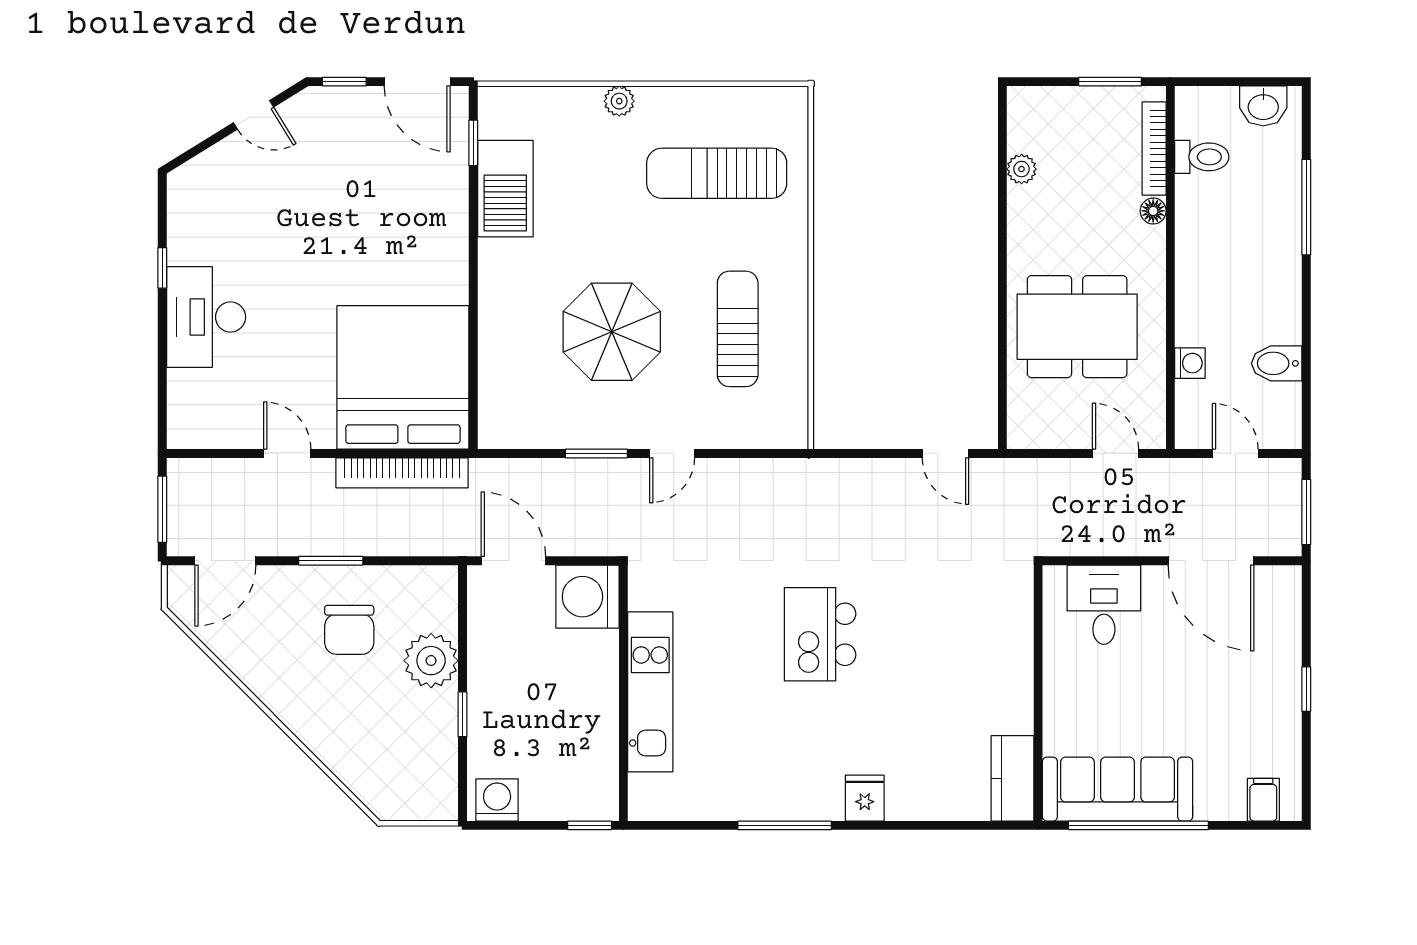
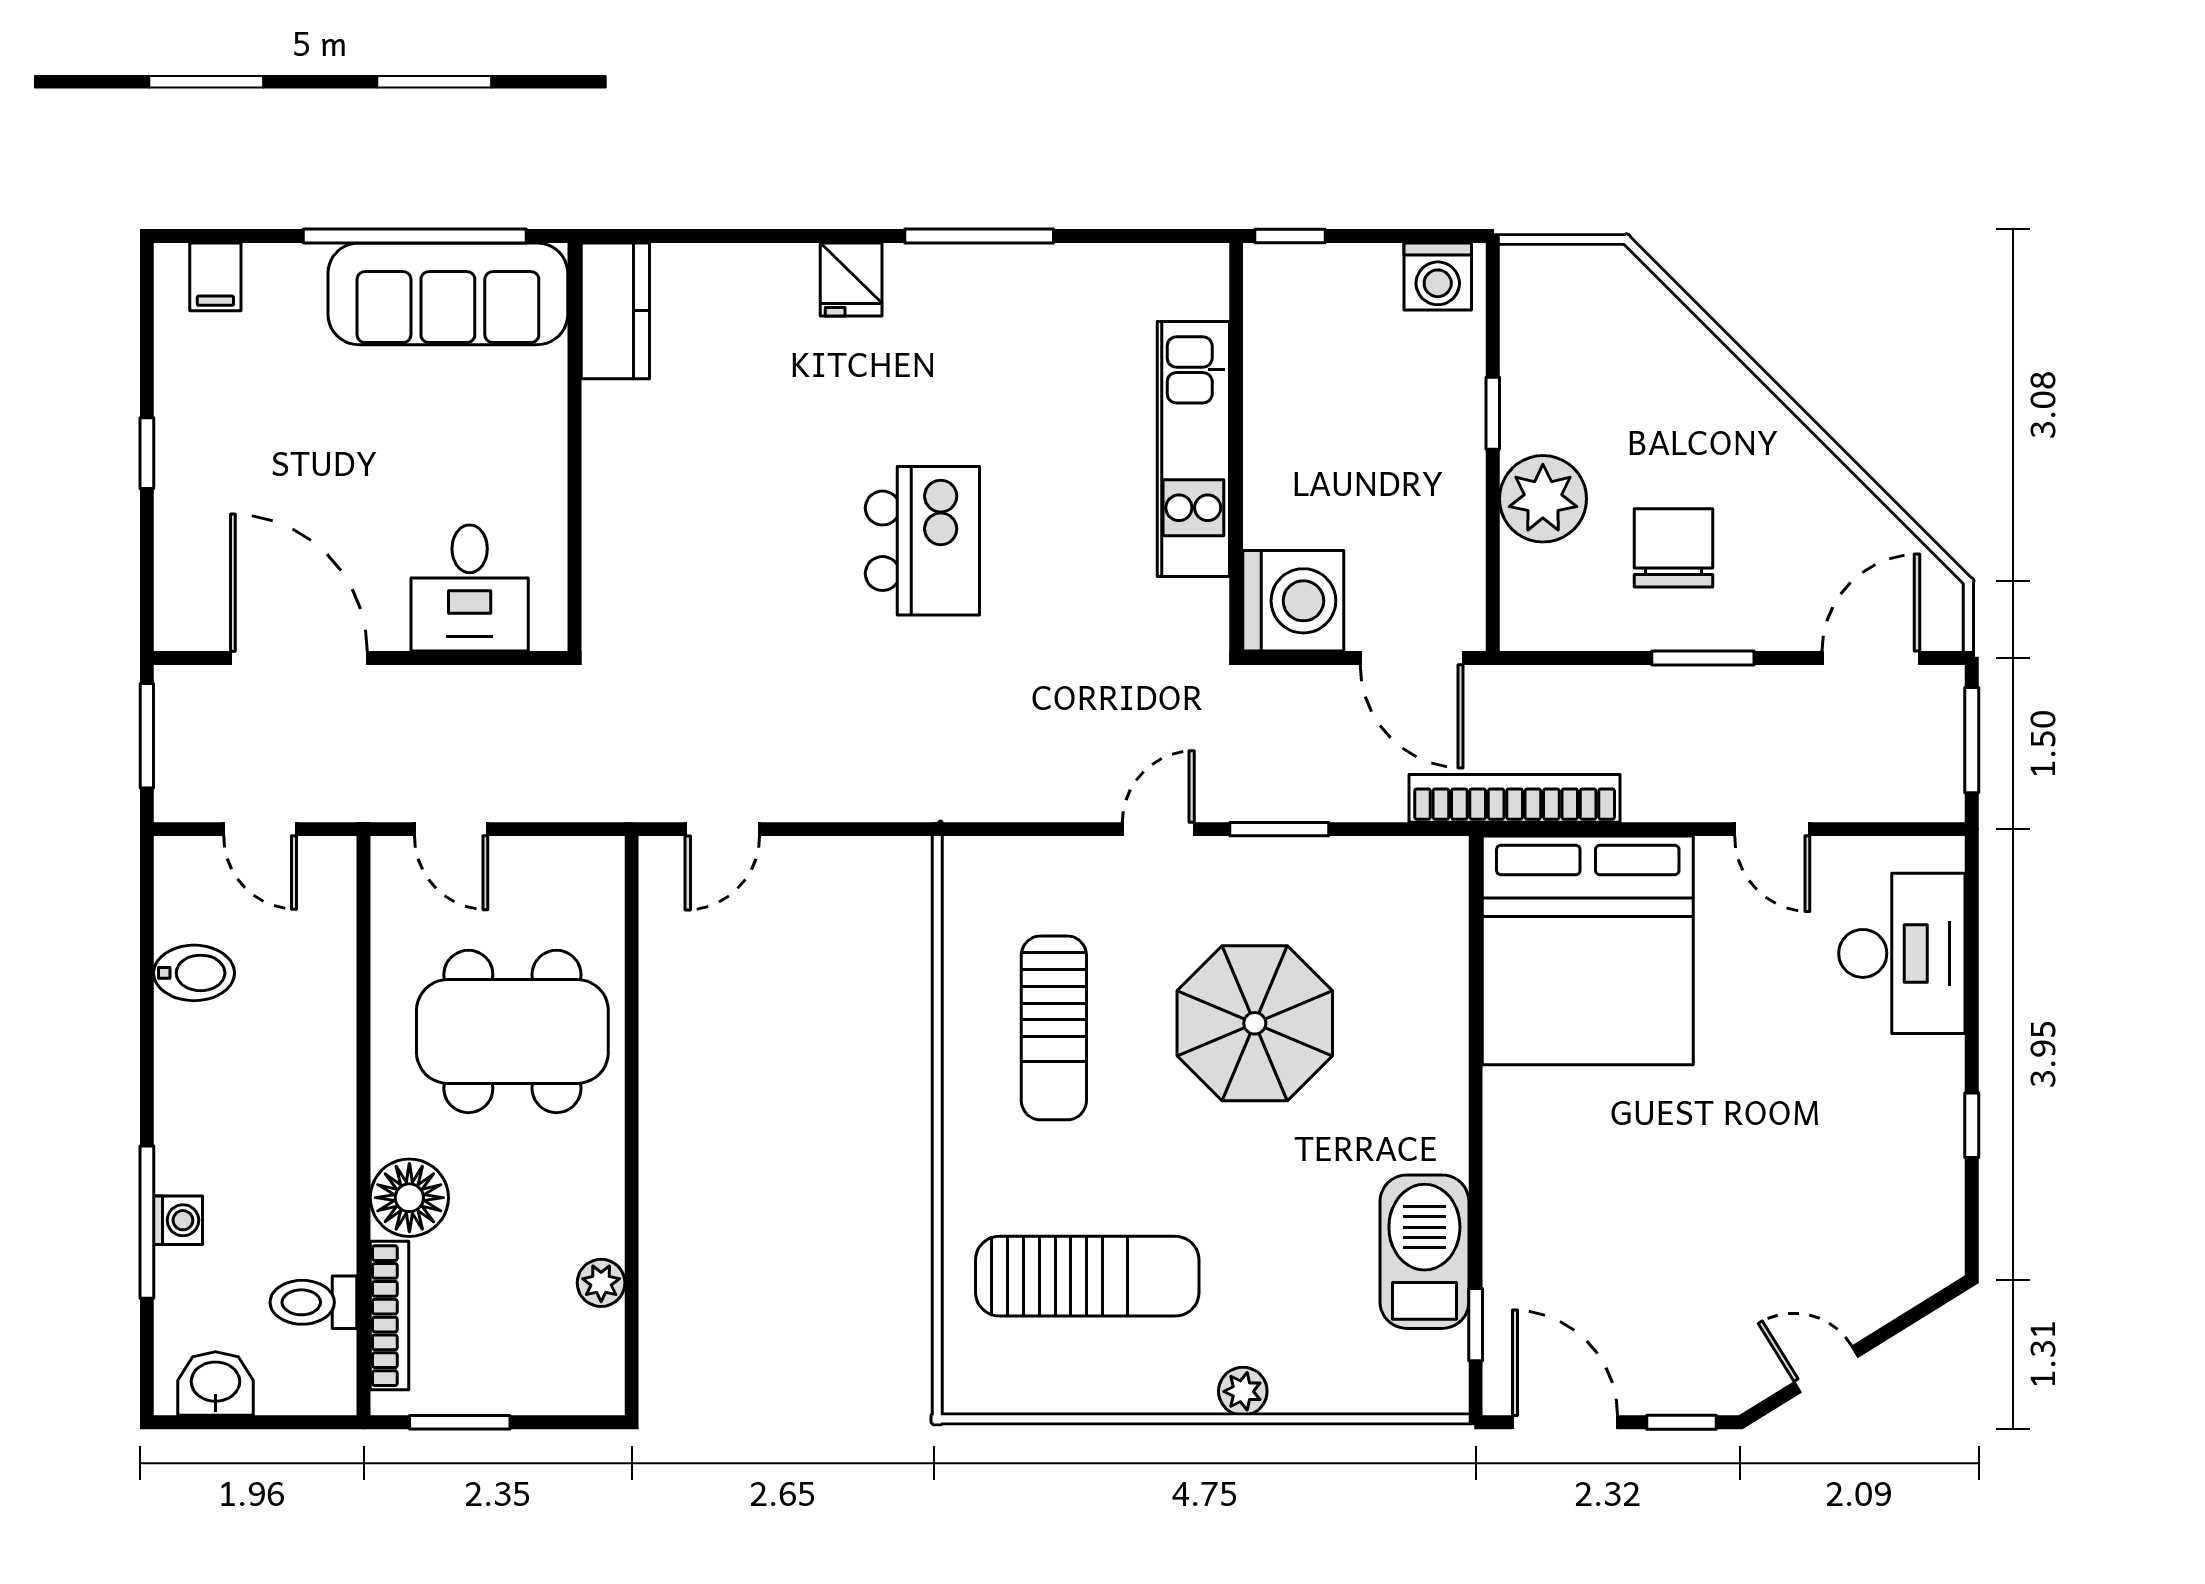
floor lamp: (1153, 211) -> (409, 1198), width x1.89, depth x1.89
desk: (206, 317) -> (1902, 953), moved
washing machine: (1190, 363) -> (178, 1220), moved, turned 180
door: (945, 453) -> (722, 829), swing flipped
bookcase: (402, 473) -> (1515, 798), moved

